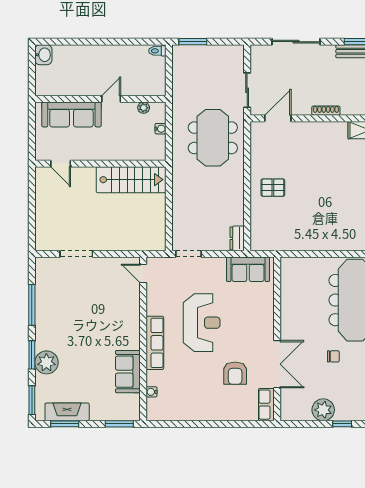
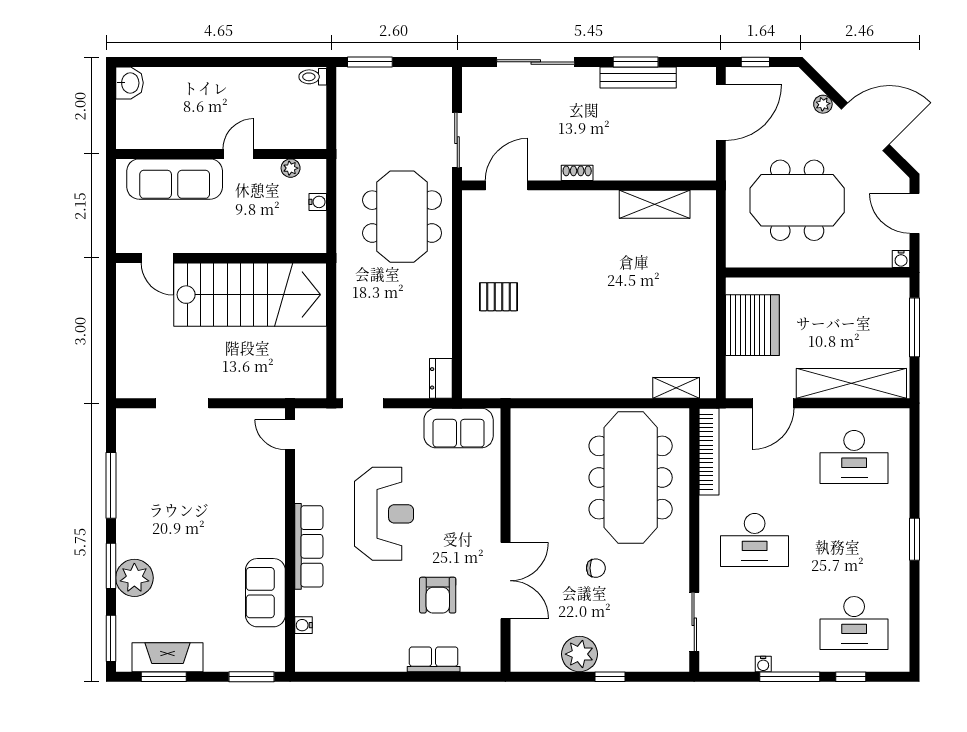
shoe rack: (326, 111) -> (577, 173), width x0.70
stairs: (131, 180) -> (250, 295), width x1.36, depth x1.51
row of seats: (266, 405) -> (434, 659), moved, turned 90

